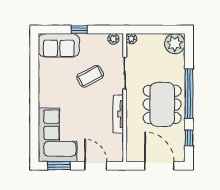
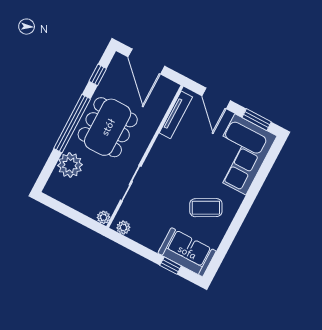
window: (79, 29) -> (171, 266), moved
plant: (175, 44) -> (70, 165), moved
coffee table: (90, 76) -> (206, 208), moved
tv unit: (118, 114) -> (176, 115), moved

